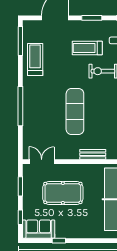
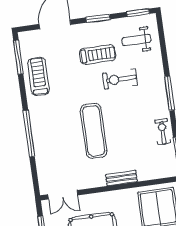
treadmill: (87, 48) -> (98, 54), turned 180
double door: (42, 162) -> (63, 195), swing flipped

